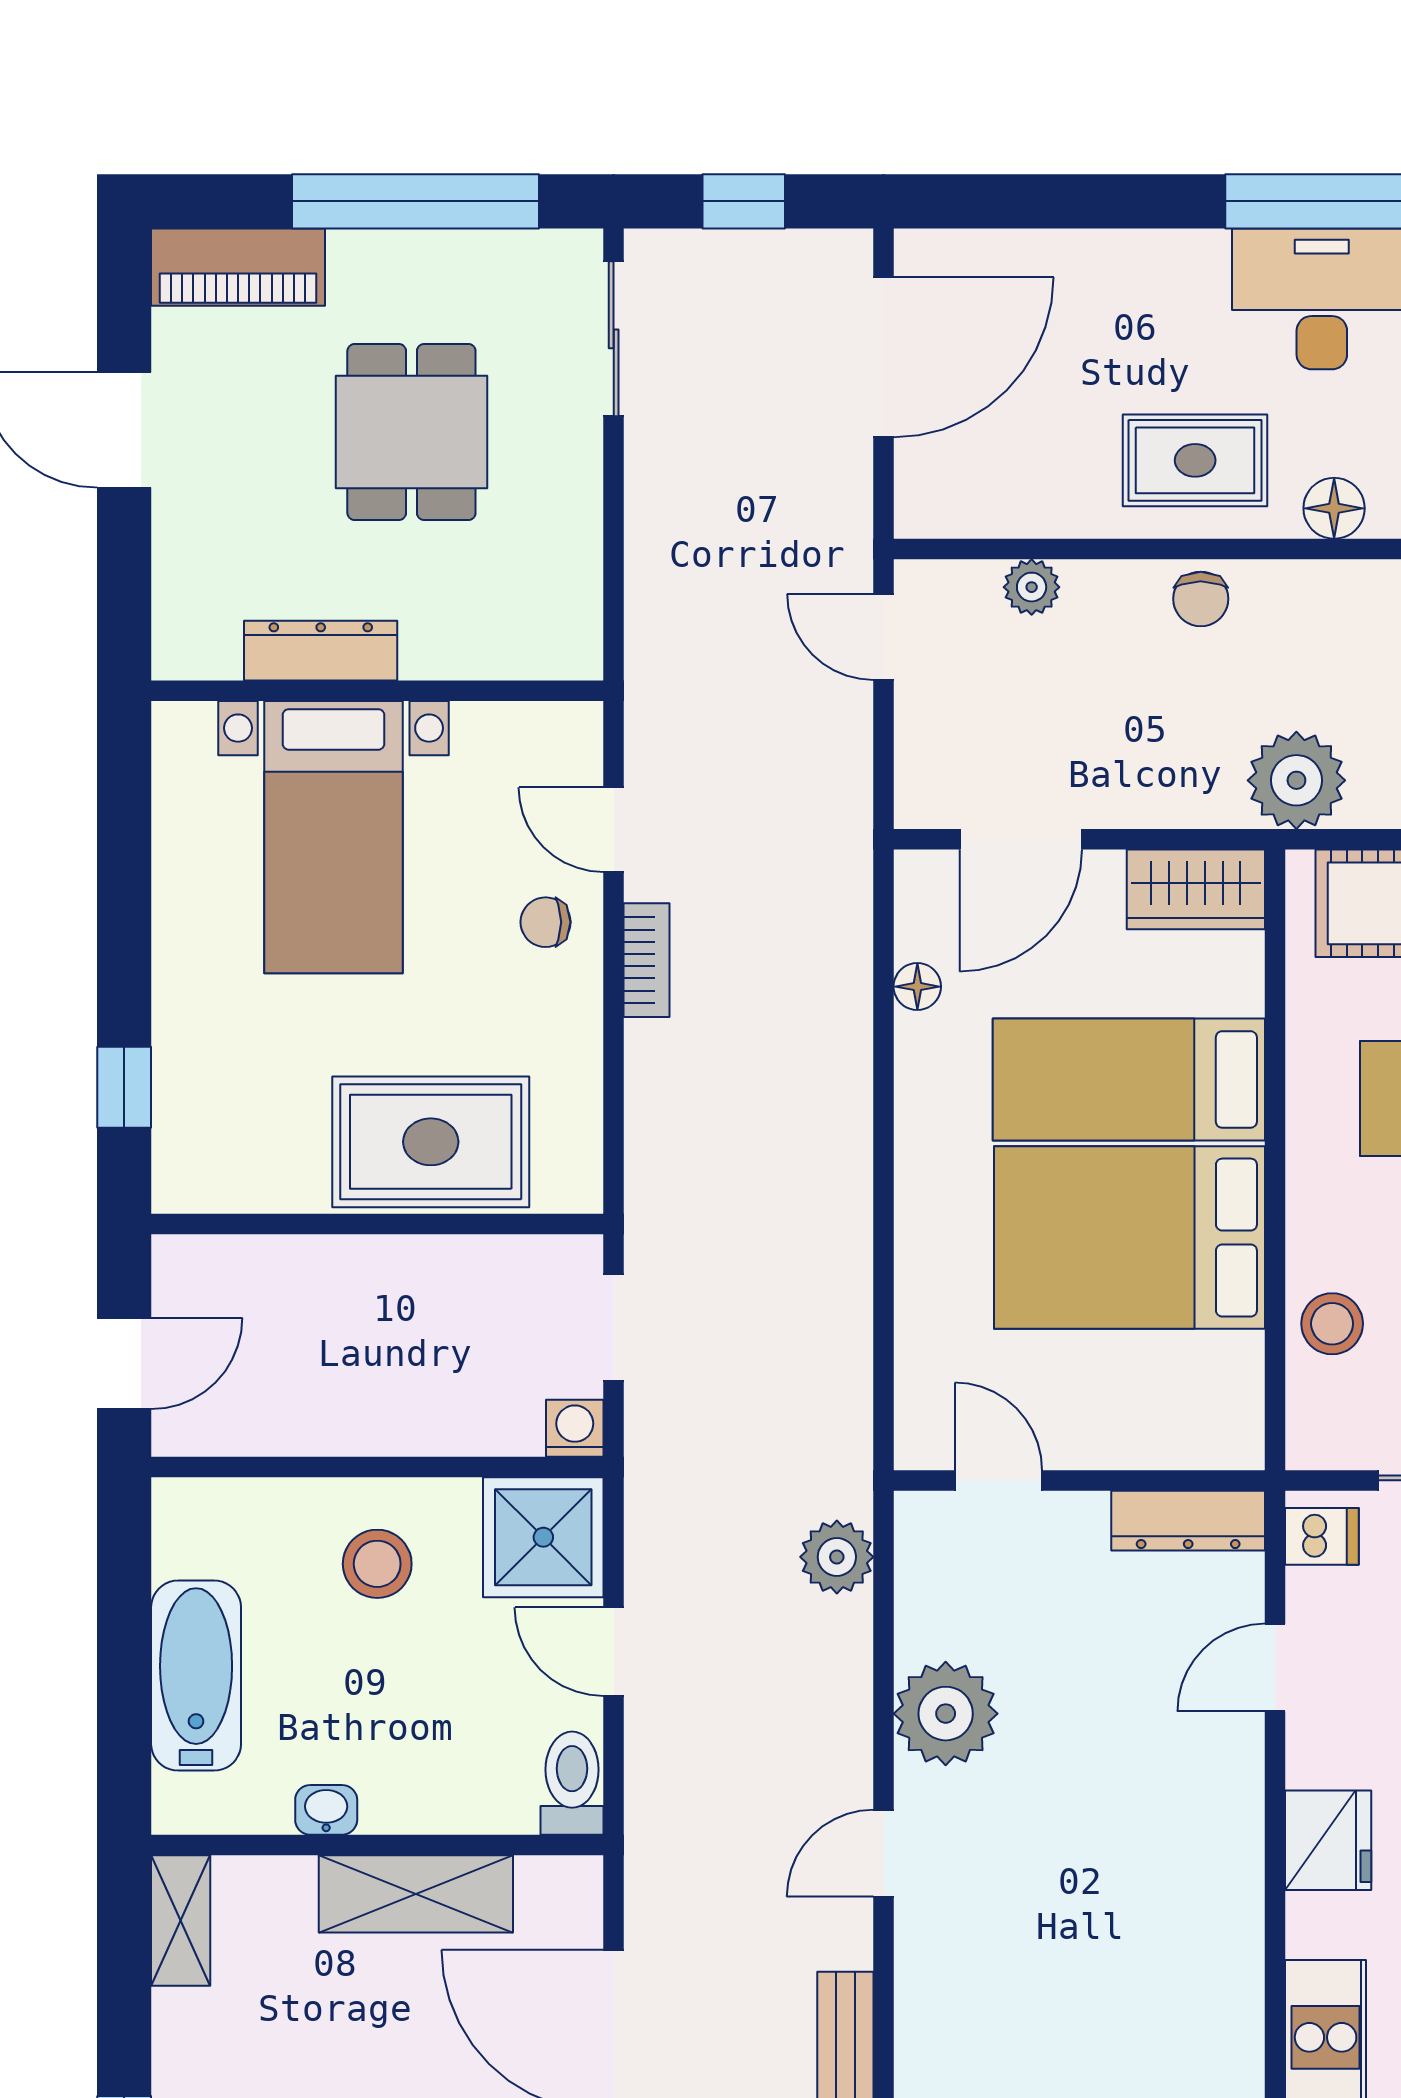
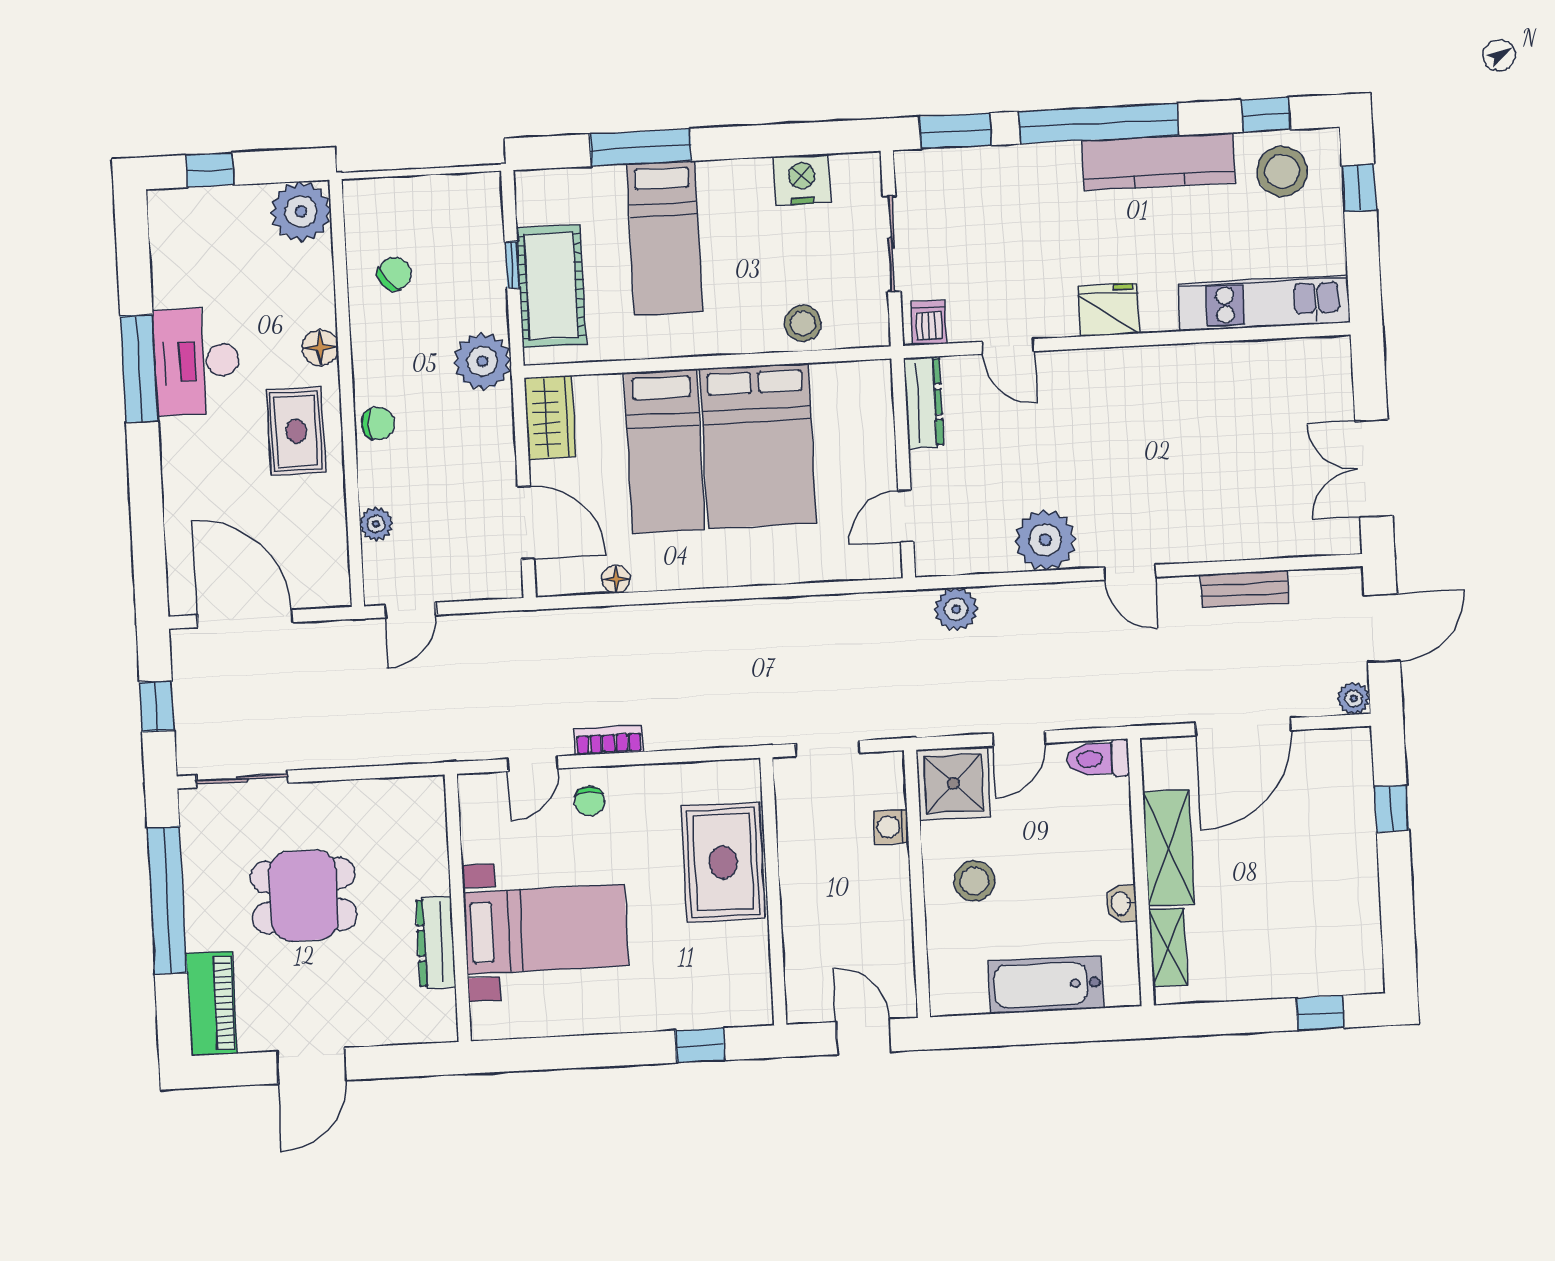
washing machine: (575, 1428) -> (891, 827), moved
shelving: (181, 1920) -> (1168, 947), moved, turned 90

